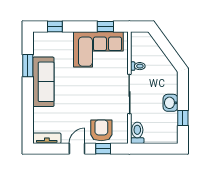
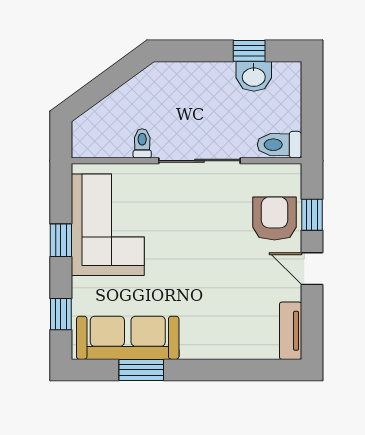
window: (105, 27) -> (61, 240), moved
sofa: (43, 82) -> (128, 338), moved
washbasin: (171, 103) -> (254, 76), moved
armchair: (101, 130) -> (275, 219), turned 90

